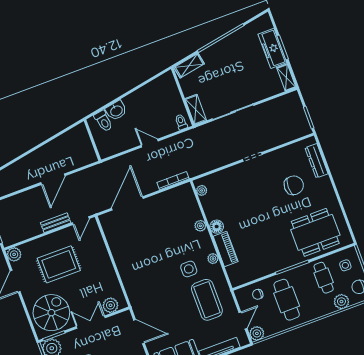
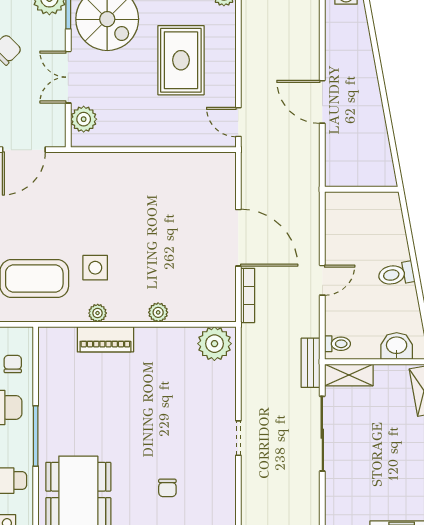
washbasin: (116, 111) -> (397, 346), moved, turned 100
toilet: (103, 121) -> (396, 274), moved
chair: (294, 185) -> (167, 488), width x0.54, depth x0.54
plant: (202, 190) -> (214, 344), width x1.88, depth x1.88
door: (127, 203) -> (238, 238), moved
bench: (56, 223) -> (311, 363), moved
floor lamp: (217, 227) -> (147, 338), removed
double door: (91, 322) -> (68, 77), swing flipped

